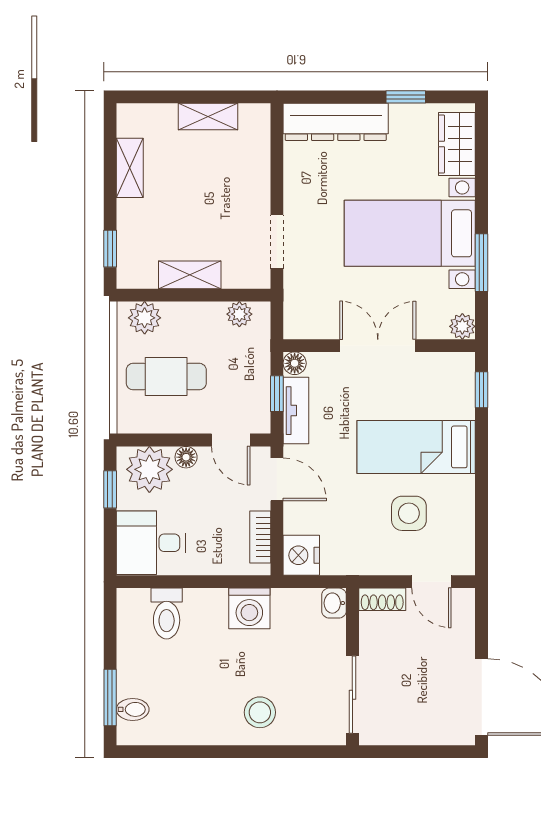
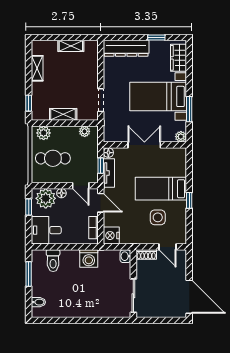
window: (482, 390) -> (189, 200), moved
window: (110, 697) -> (29, 274), moved
stool: (260, 712) -> (93, 303), removed

